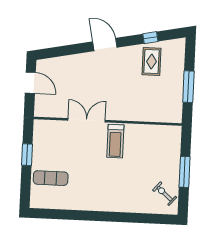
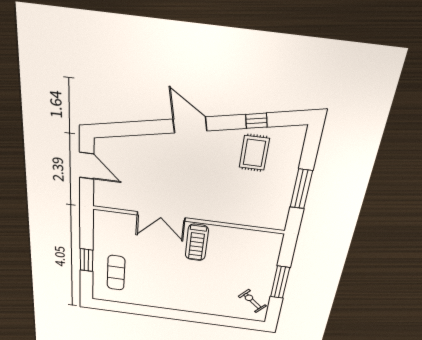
double door: (87, 120) -> (161, 216), swing flipped
window: (27, 155) -> (86, 260), moved
exercise mat: (51, 178) -> (116, 273), turned 90

